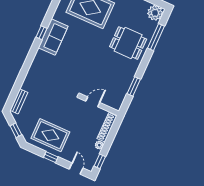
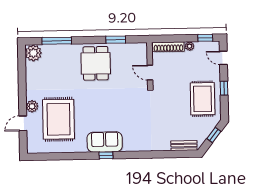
dining table: (128, 43) -> (96, 63), moved
door: (76, 169) -> (223, 58), hinge flipped

